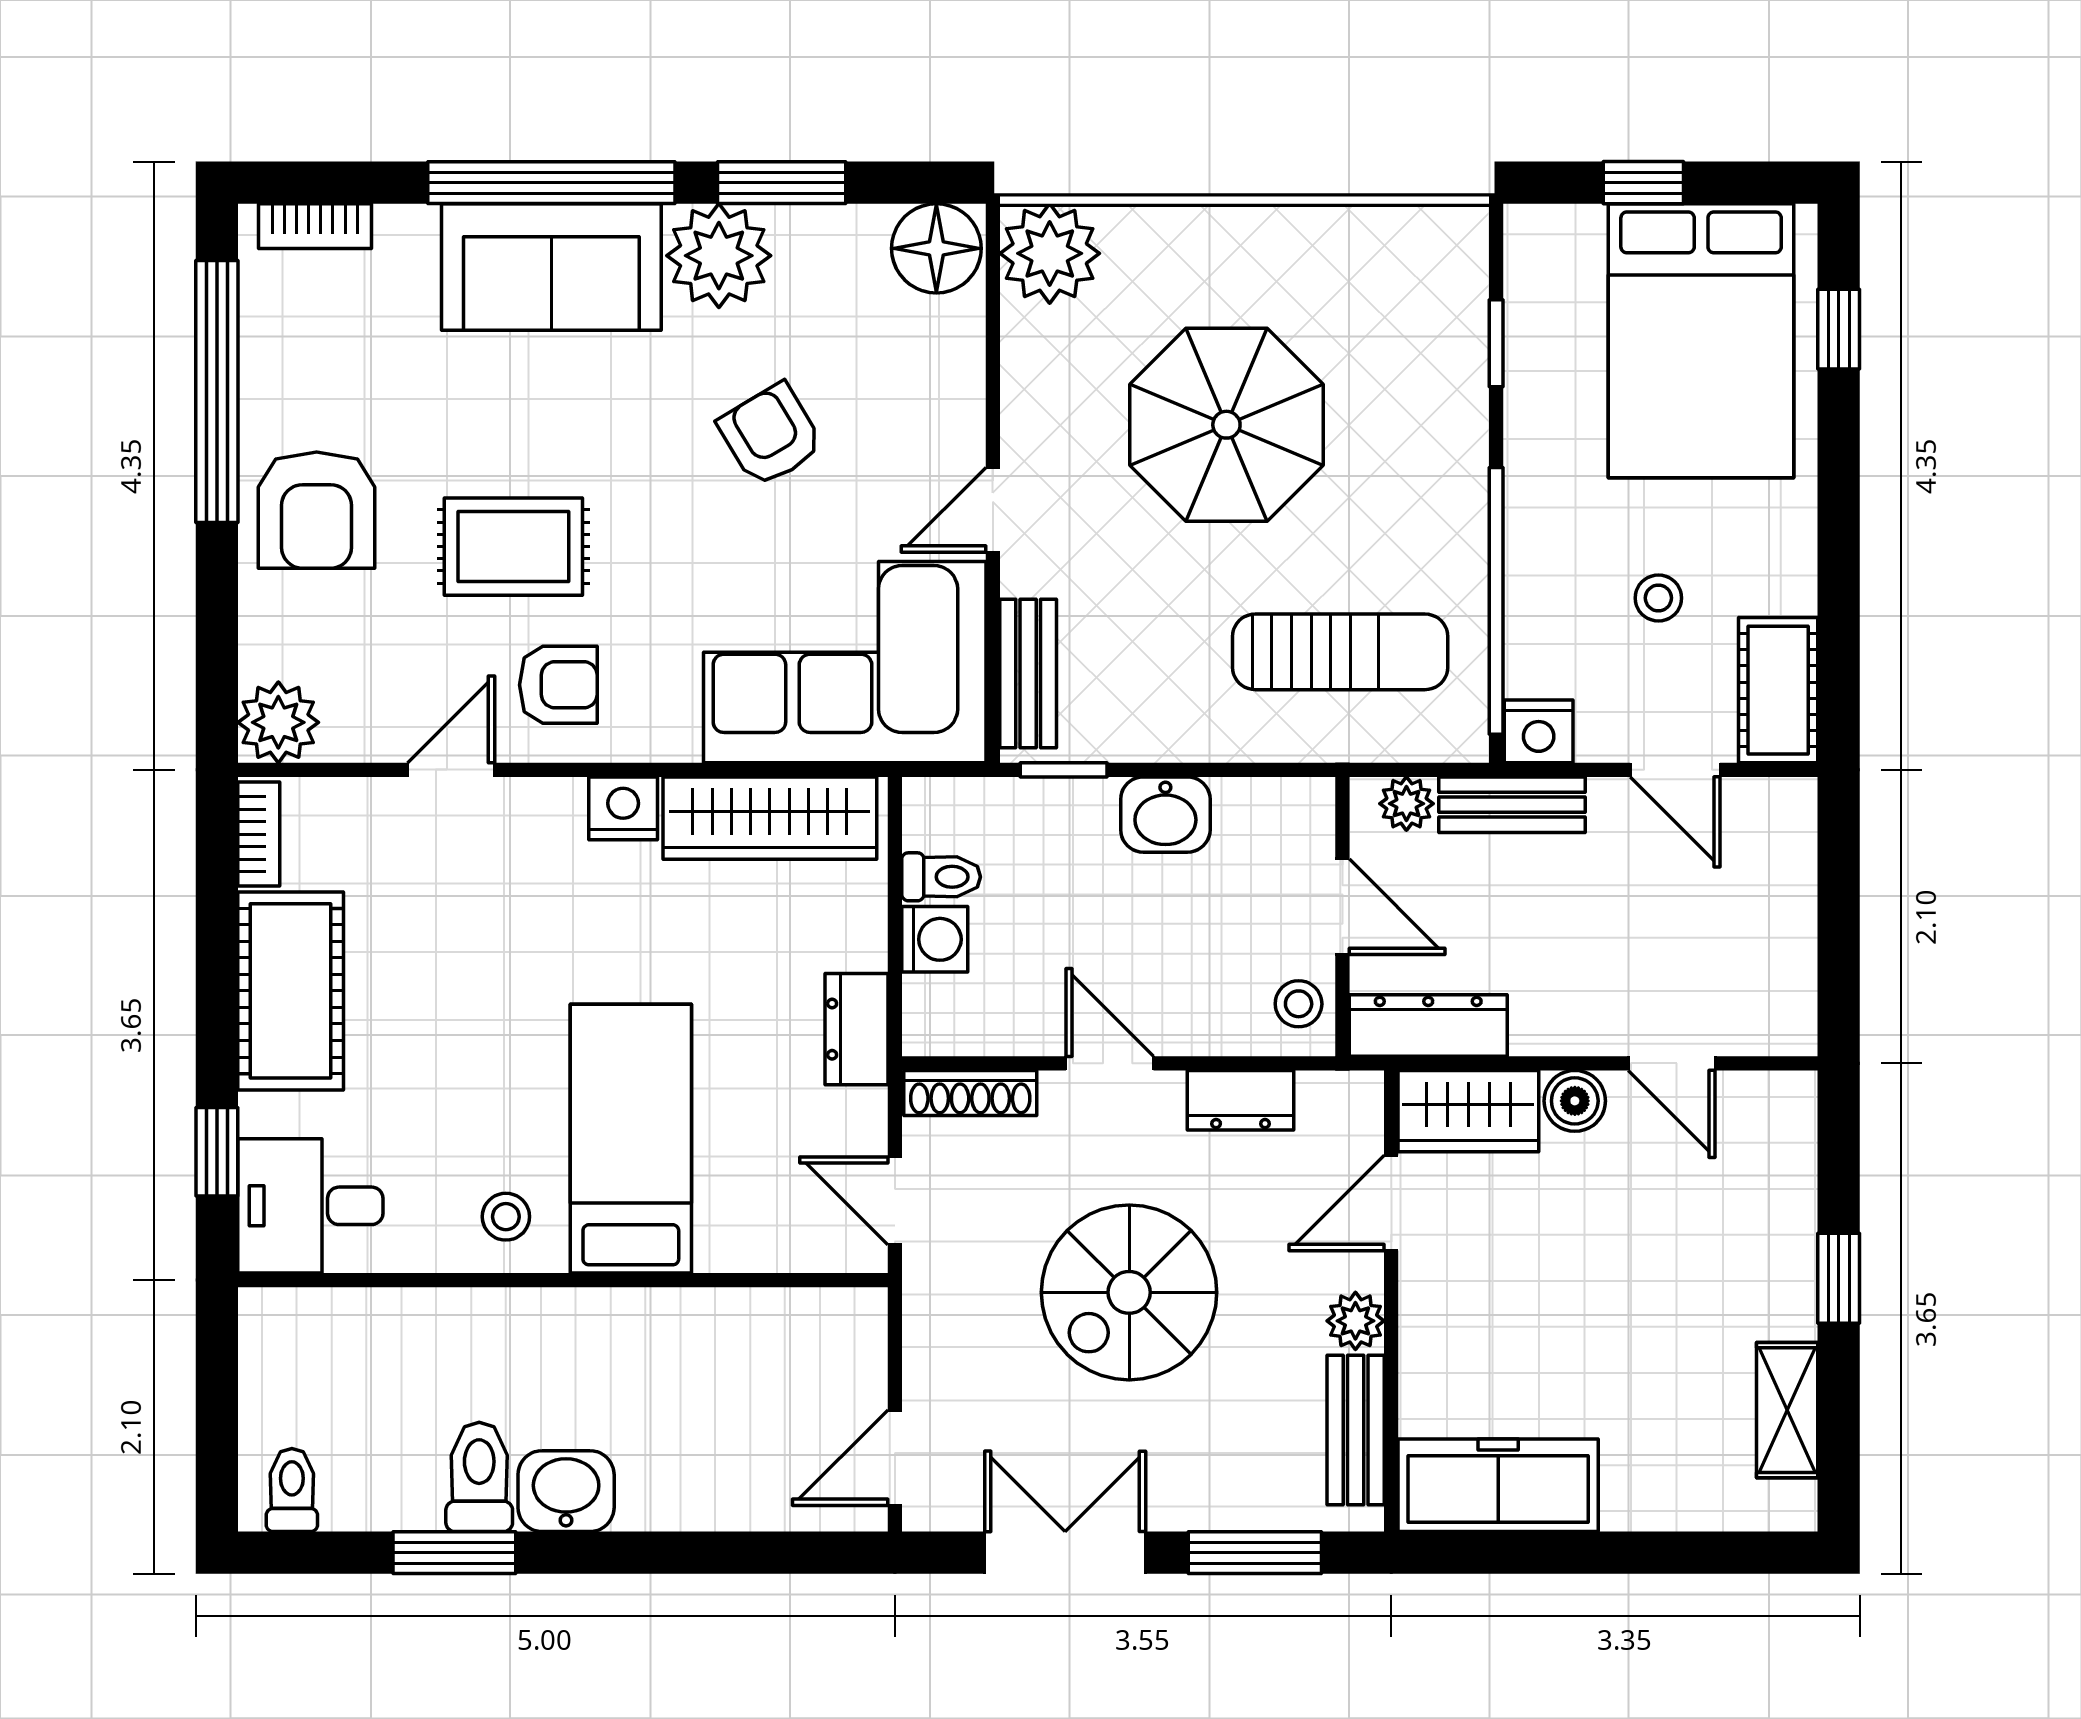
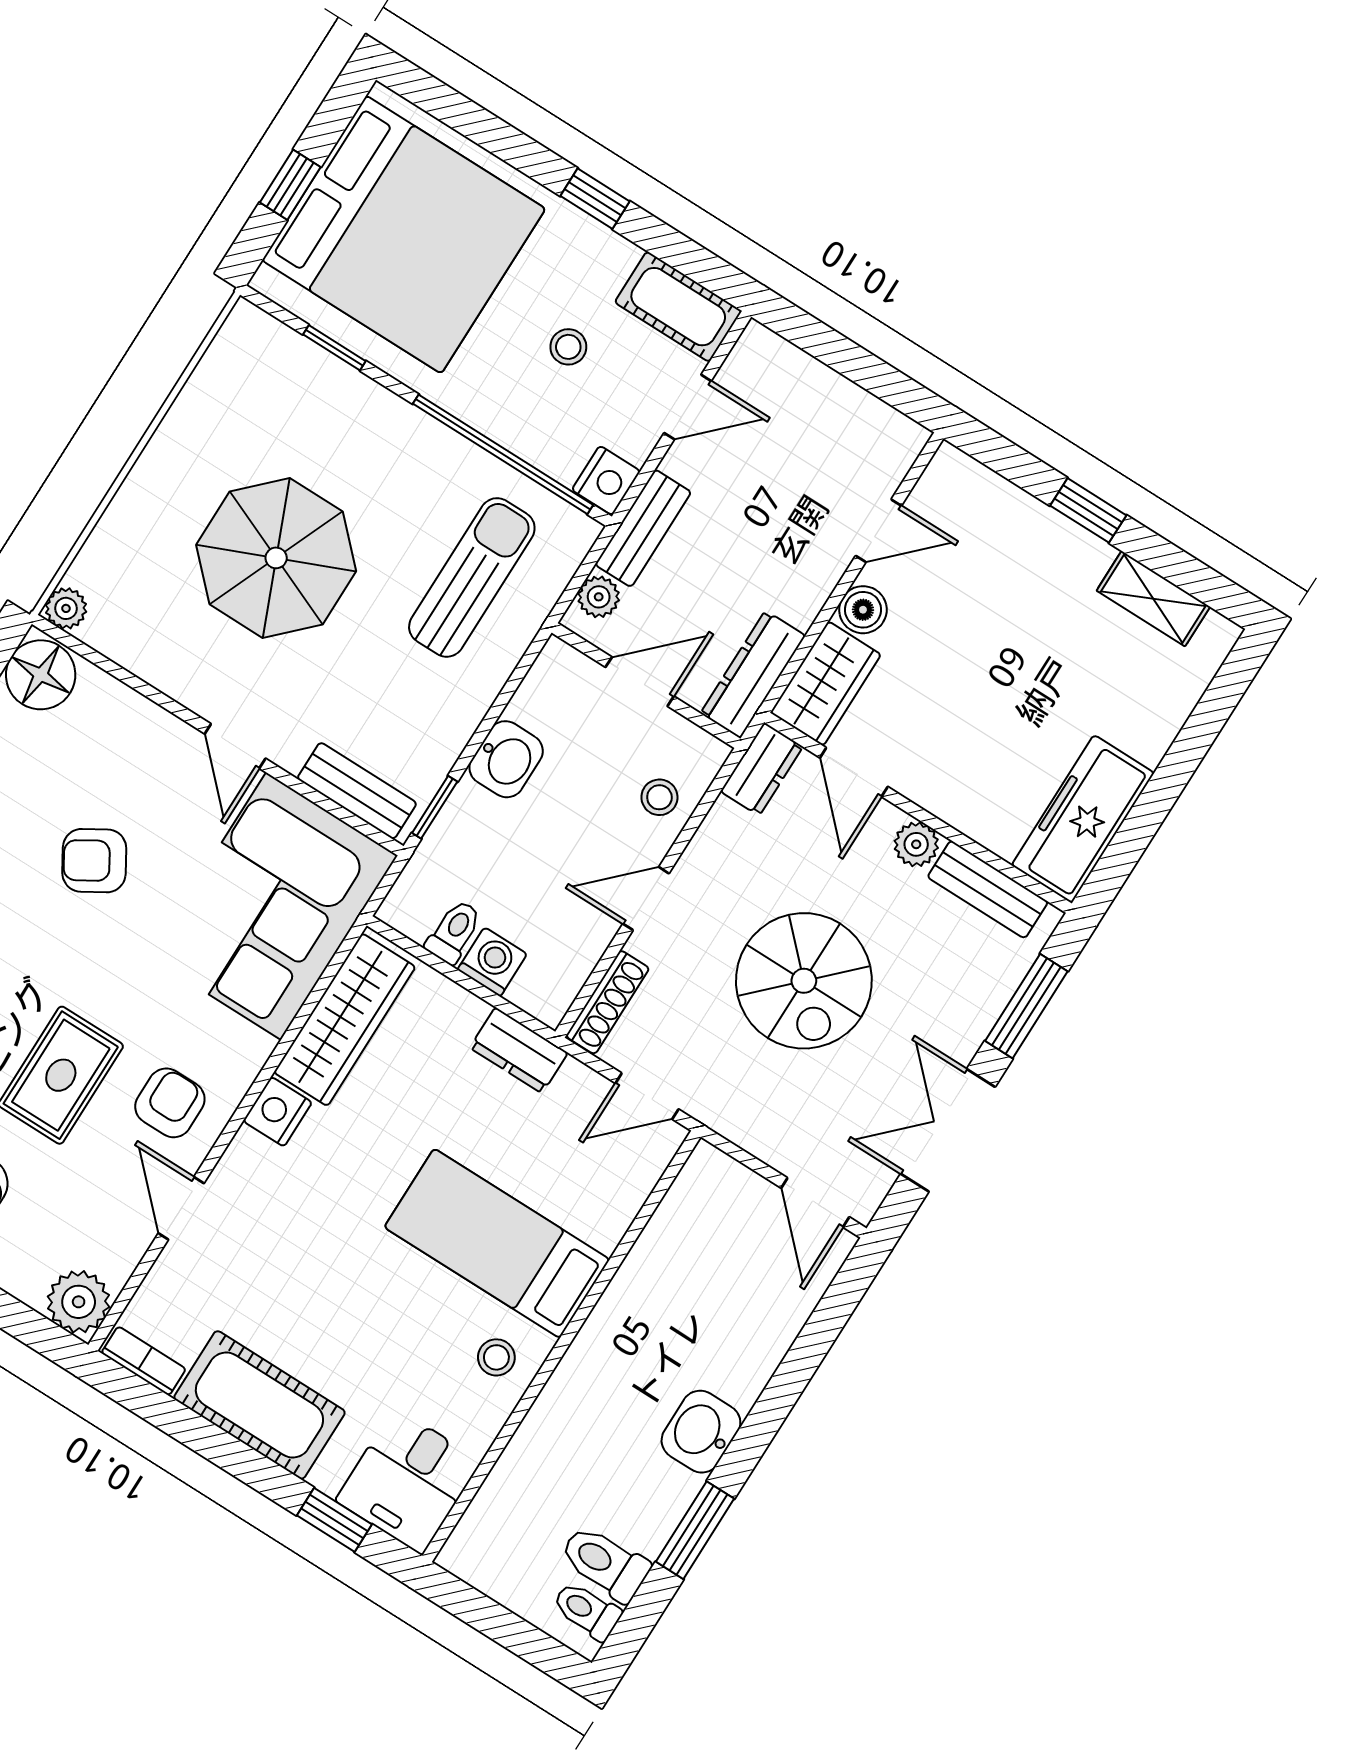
plant: (1050, 253) -> (66, 608), width x0.53, depth x0.53
window: (1839, 329) -> (595, 199), moved
bed: (1701, 341) -> (404, 234), width x1.36
stool: (1299, 1004) -> (659, 797), moved
dresser: (1241, 1100) -> (762, 769), moved
toilet: (479, 1477) -> (605, 1563), moved

